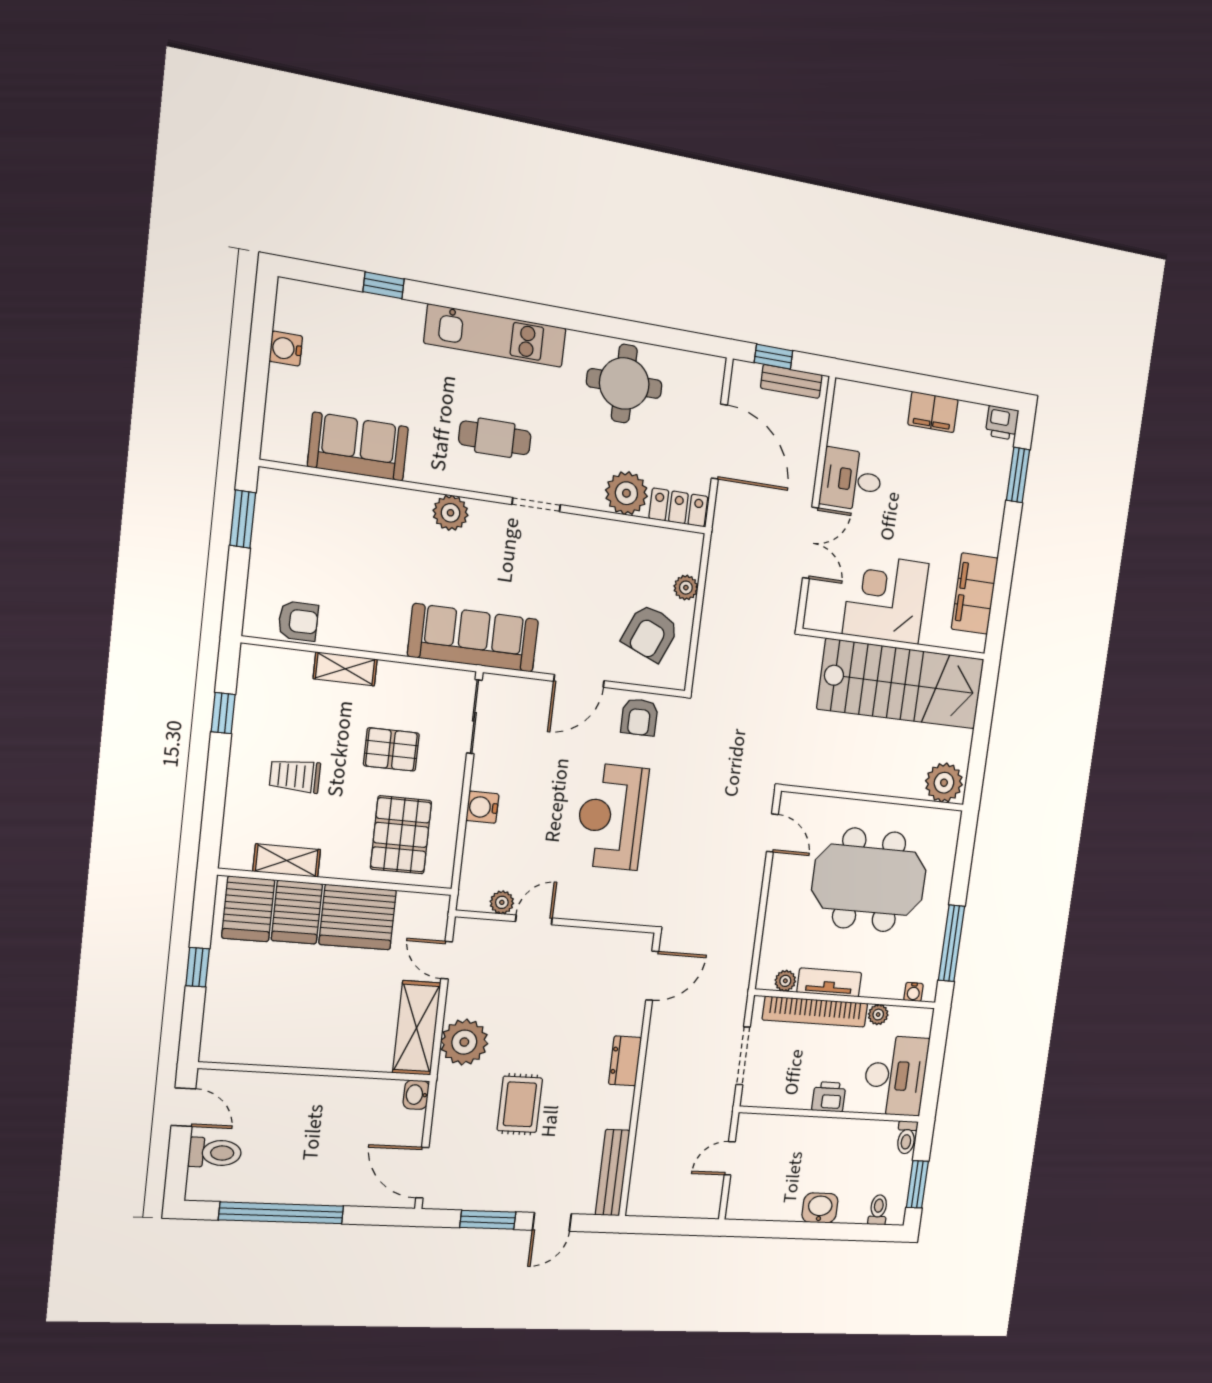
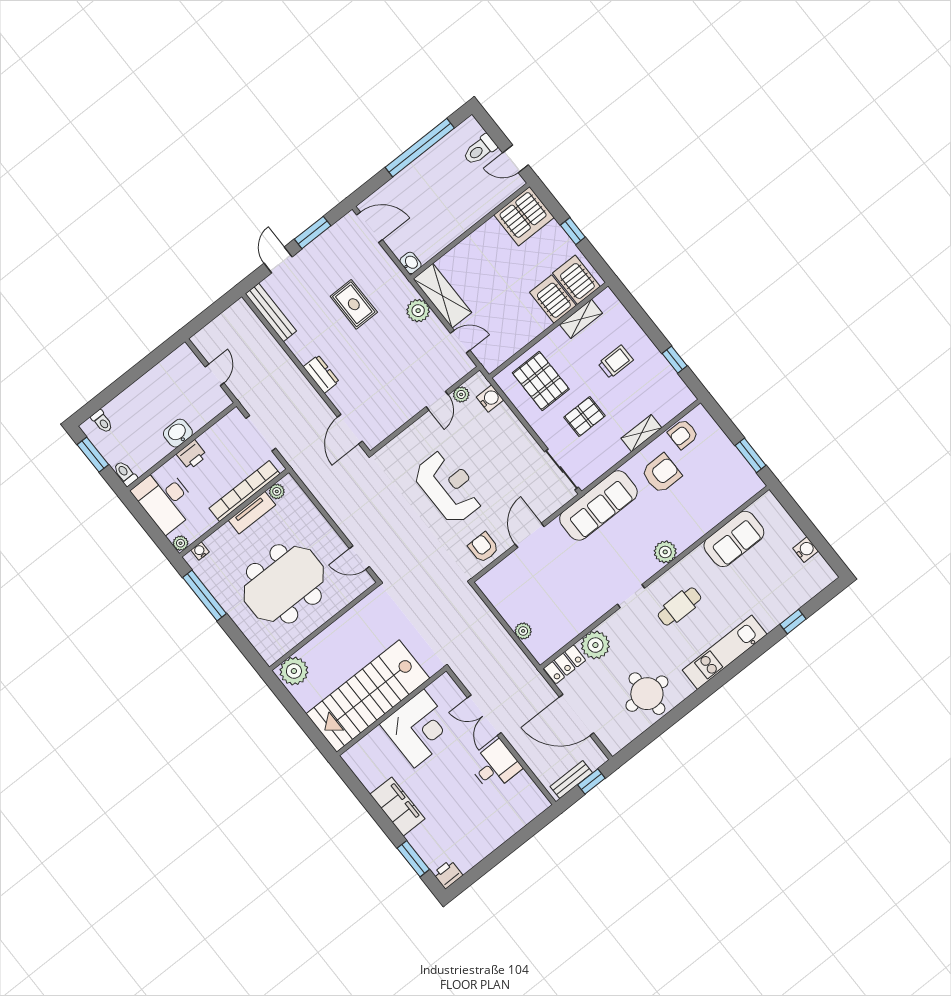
filing cabinet: (933, 412) -> (488, 841), removed
filing cabinet: (975, 594) -> (397, 807), moved
armchair: (650, 633) -> (661, 473), moved, turned 67
water cooler: (482, 807) -> (490, 399), moved
server rack: (358, 917) -> (524, 216), moved, turned 180
plant: (878, 1015) -> (180, 543), moved
plant: (464, 1042) -> (418, 311), width x0.73, depth x0.73
washbasin: (820, 1208) -> (178, 433), moved, turned 180

